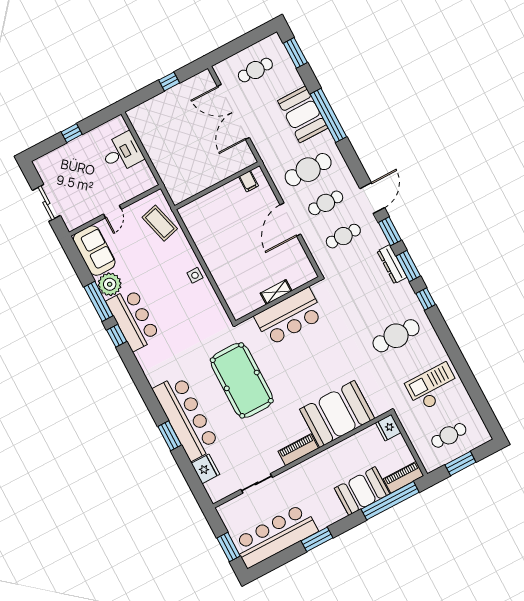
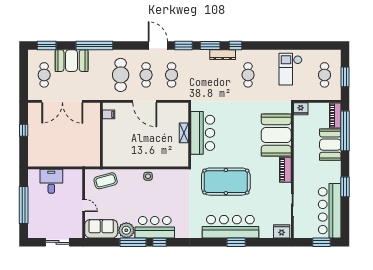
booth: (303, 114) -> (72, 61), moved
window: (72, 133) -> (24, 205), width x3.17
dresser: (392, 264) -> (223, 55), moved
cafe table: (396, 336) -> (248, 75), width x0.73, depth x0.74
fridge: (205, 469) -> (282, 231), moved

